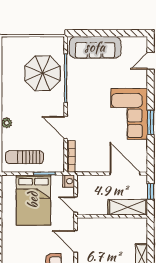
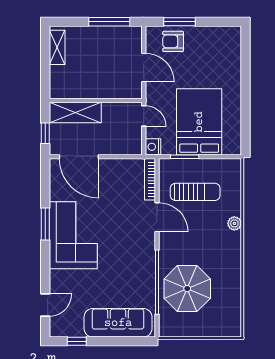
window: (127, 33) -> (77, 341), added
sun lounger: (25, 157) -> (195, 192), moved

